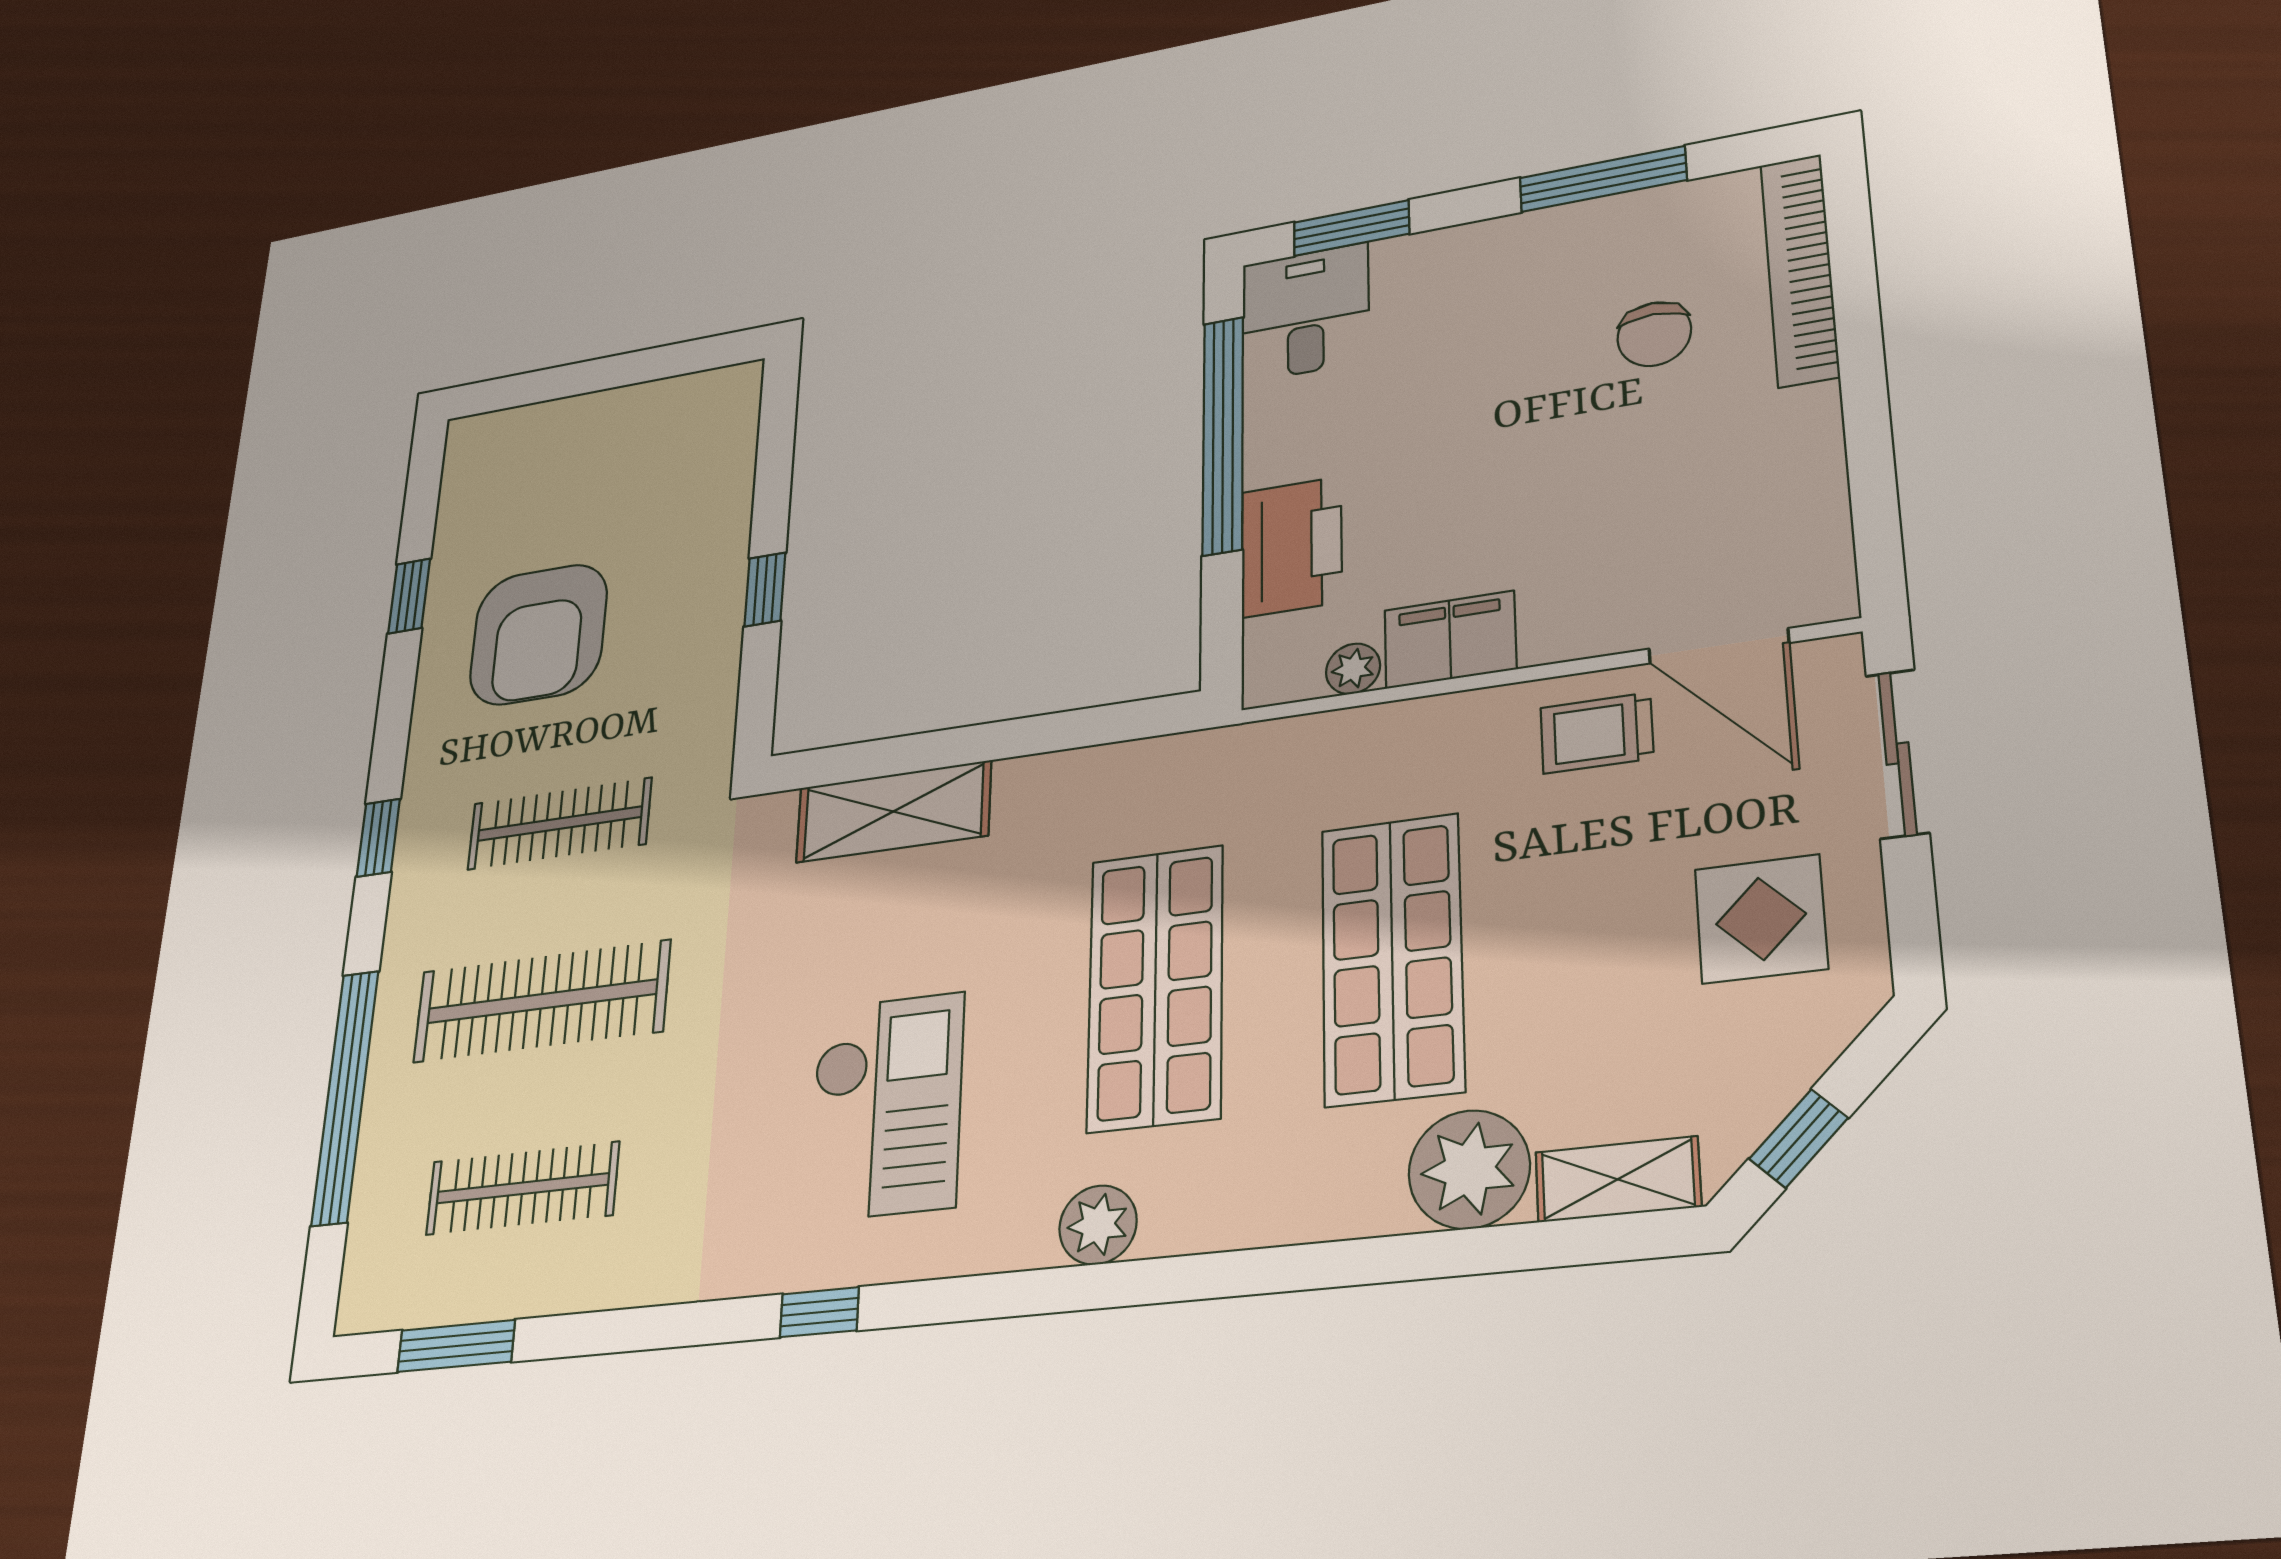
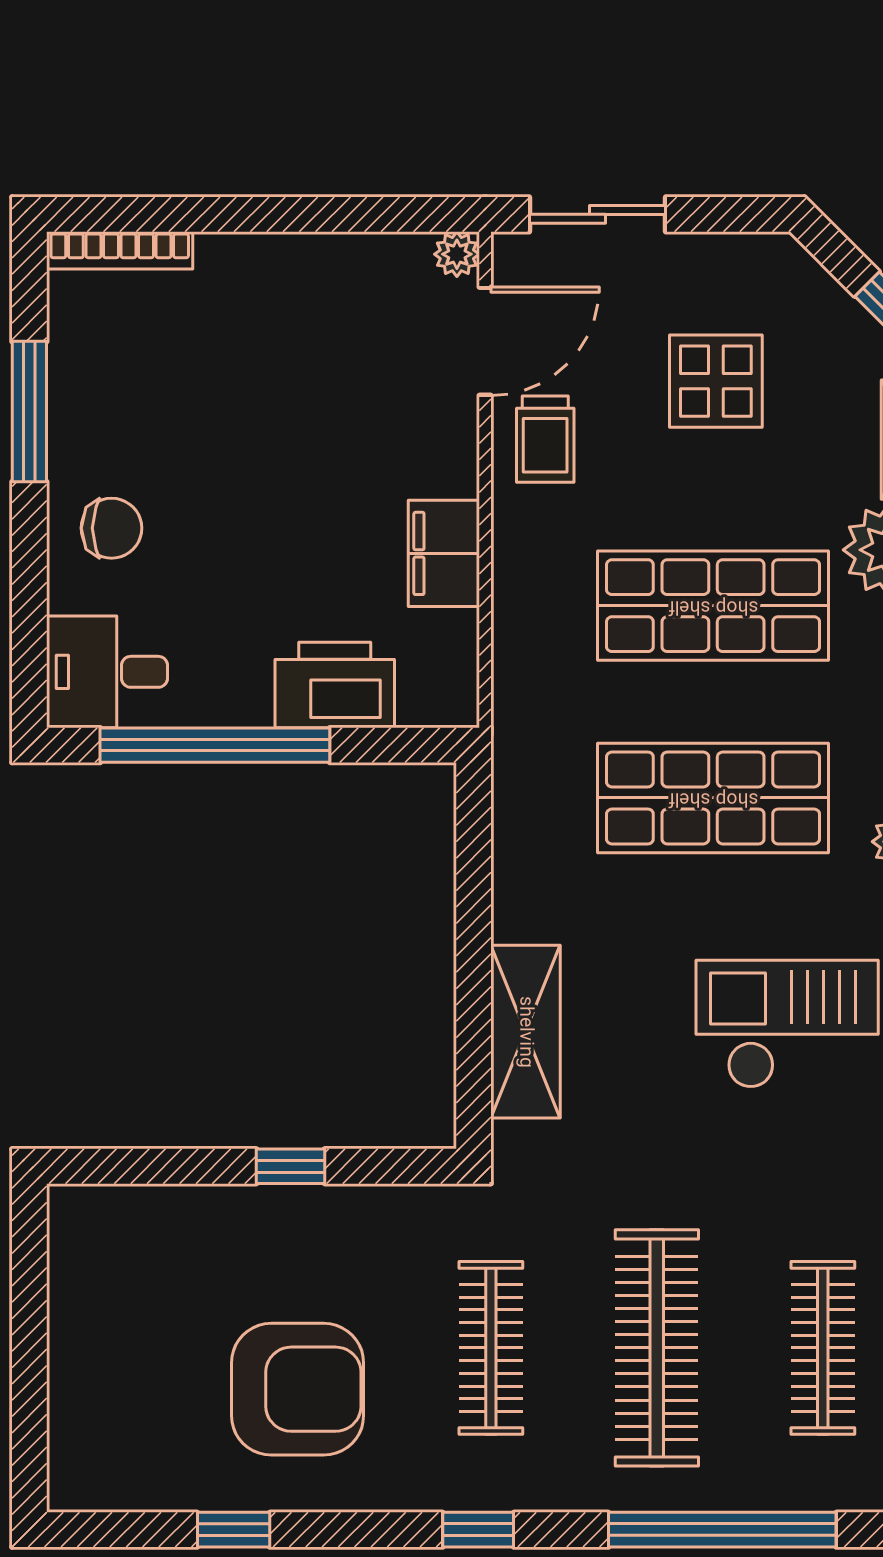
window: (1351, 228) -> (29, 630), removed
bookcase: (1800, 269) -> (120, 250), width x0.68, depth x0.76
chair: (1654, 334) -> (111, 528), moved
plant: (1353, 669) -> (457, 254), moved
display table: (1761, 919) -> (716, 381), moved

